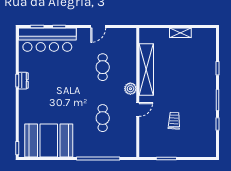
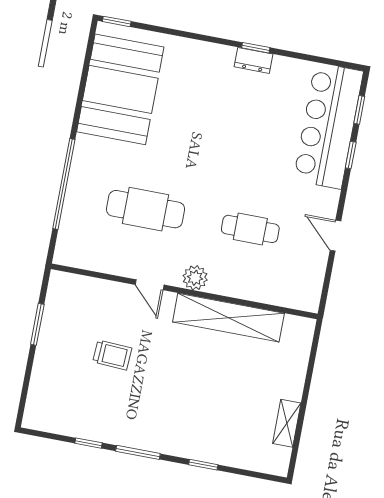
shelving: (180, 33) -> (287, 423), moved
cafe table: (103, 118) -> (146, 209), width x1.37, depth x1.35

